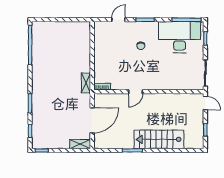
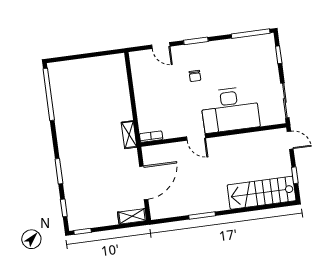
door: (118, 20) -> (161, 46), swing flipped
desk: (180, 37) -> (230, 110), moved, turned 180
door: (136, 92) -> (196, 137), hinge flipped
stairs: (159, 139) -> (262, 193), moved

